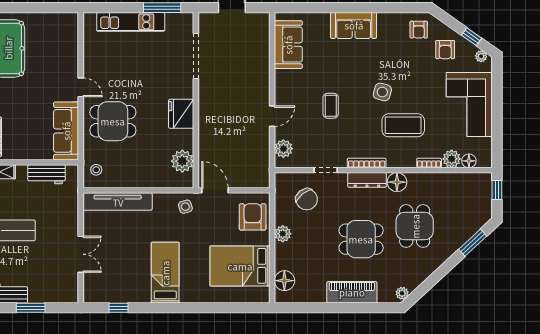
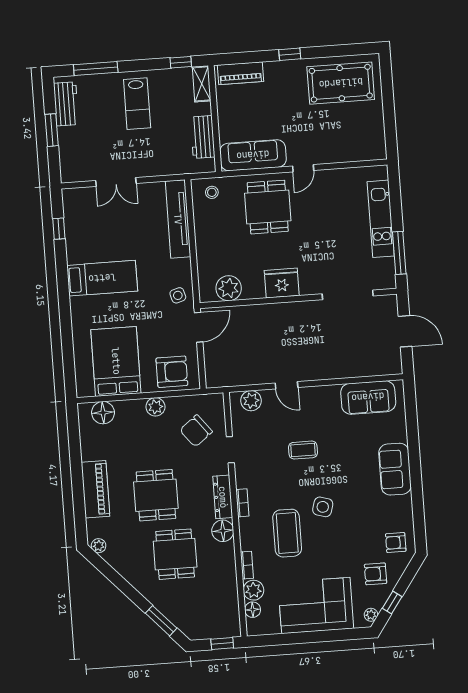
bookcase: (367, 163) -> (242, 503), width x0.64
dining table: (415, 226) -> (175, 554), turned 90

